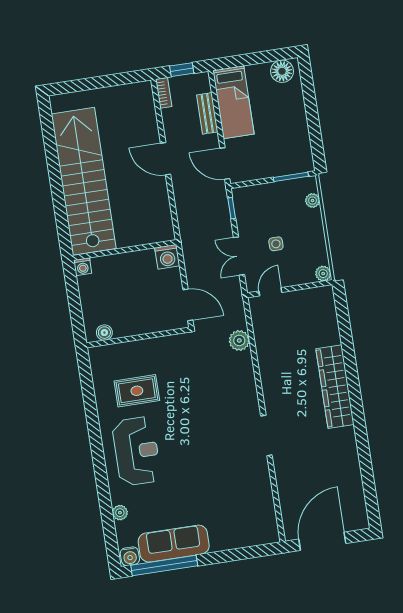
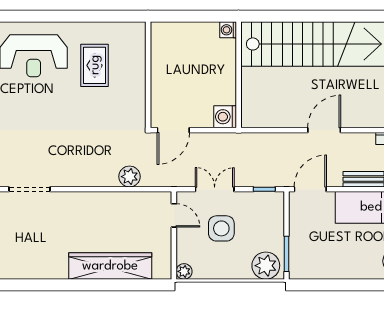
plant: (313, 201) -> (266, 266), width x1.88, depth x1.88
side table: (276, 244) -> (221, 228), width x1.87, depth x1.87
boiler: (104, 333) -> (158, 42), removed
wardrobe: (335, 387) -> (110, 266), moved

